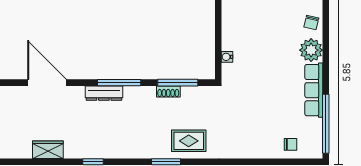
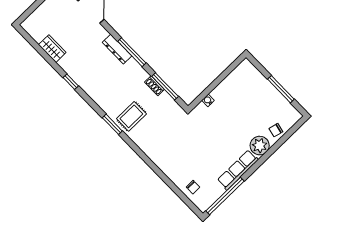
rug: (189, 141) -> (131, 116), moved, turned 90

